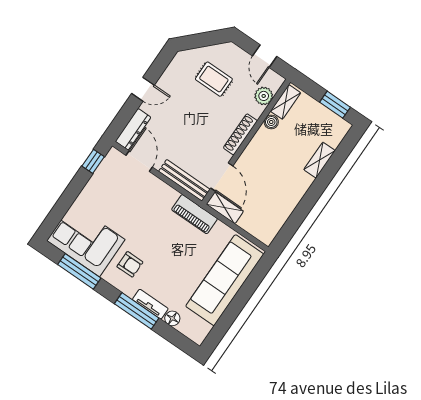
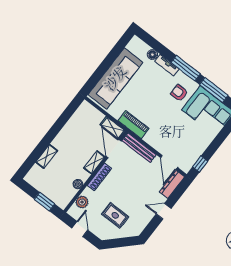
shelving: (286, 102) -> (94, 162), moved
window: (335, 105) -> (45, 202), moved
window: (137, 311) -> (186, 68), moved

